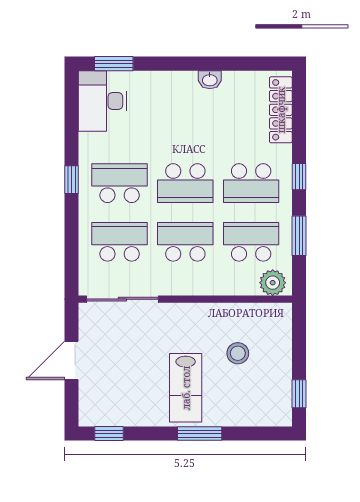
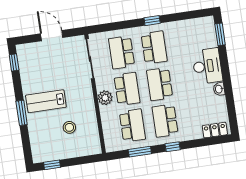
desk: (102, 101) -> (207, 66), moved, turned 90
locker: (281, 110) -> (215, 130), width x0.66
school desk: (120, 242) -> (122, 52), turned 180
plant: (273, 283) -> (105, 98), moved

